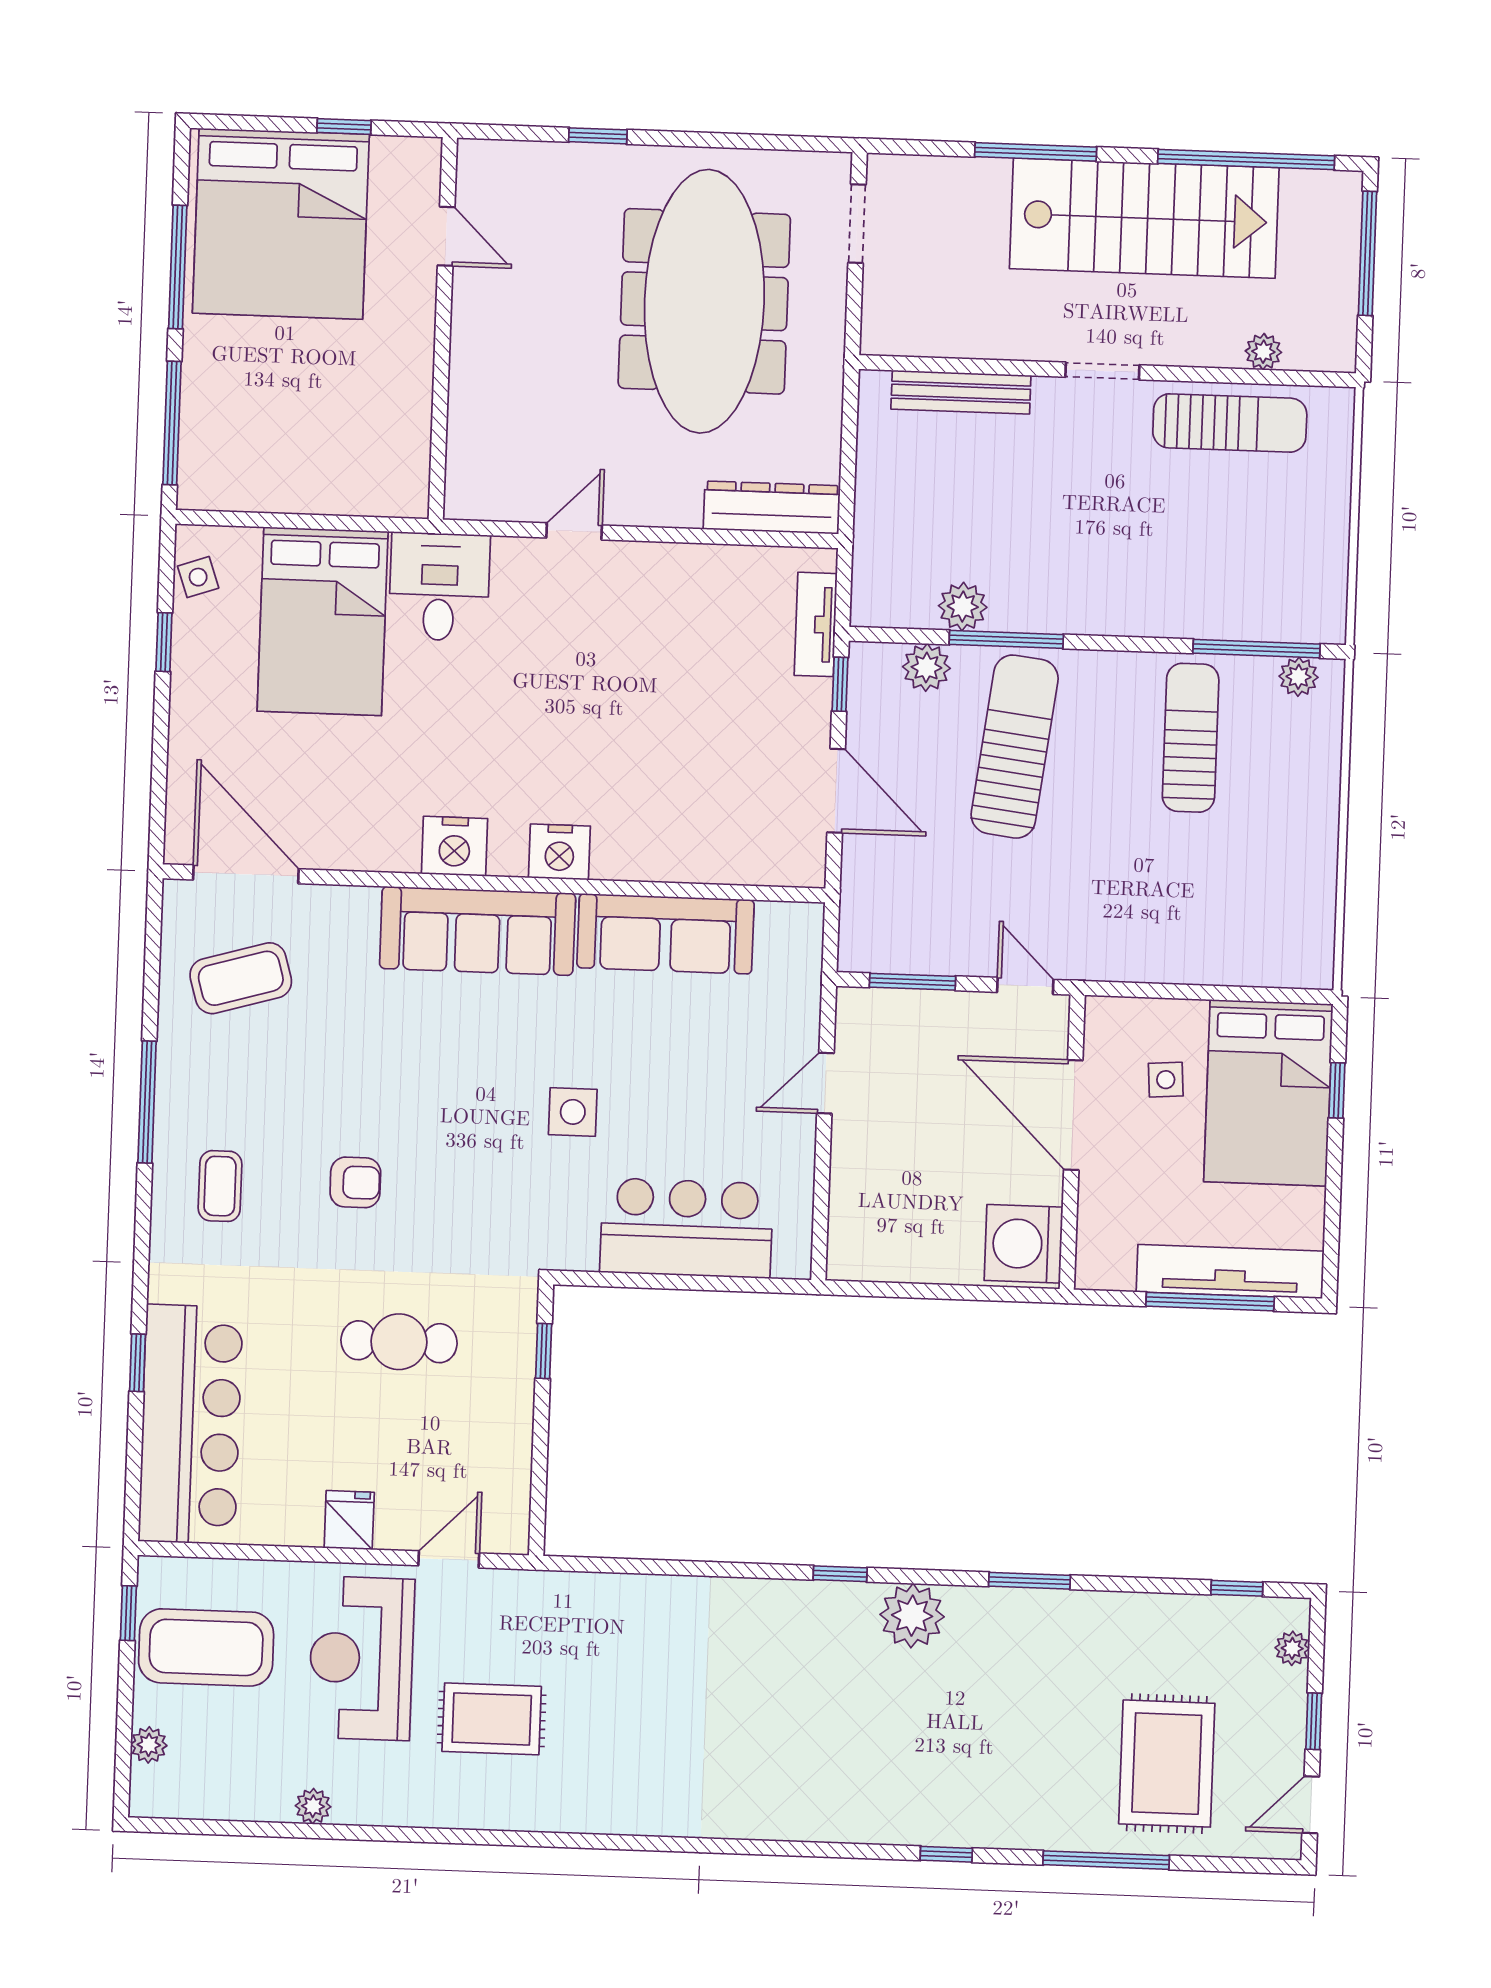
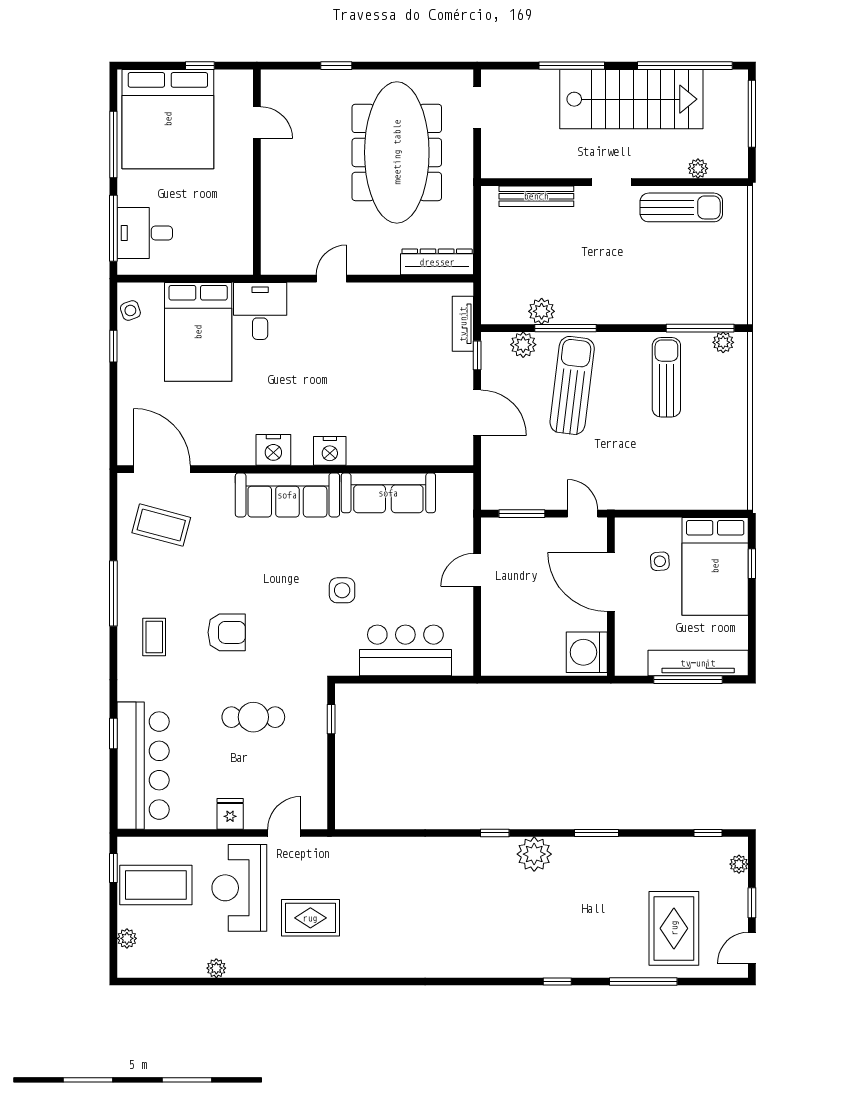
desk: (230, 434) -> (145, 233), added
coffee table: (241, 978) -> (161, 525), turned 31
armchair: (355, 1182) -> (227, 632), width x1.38, depth x1.38

